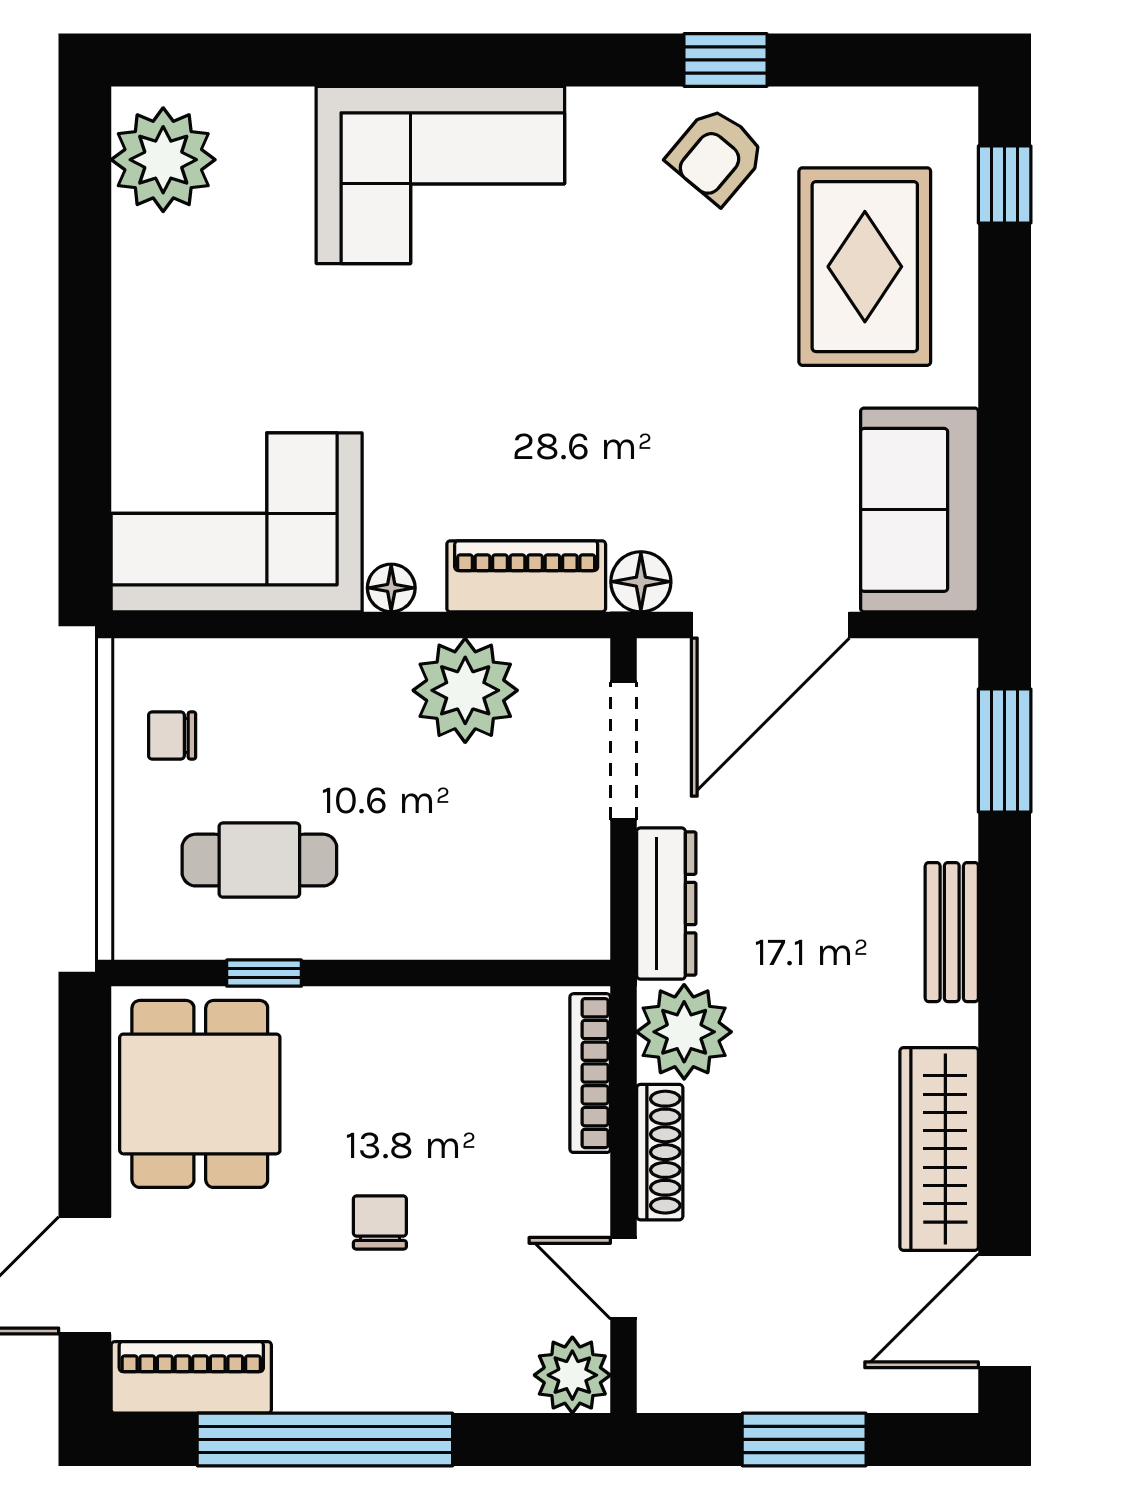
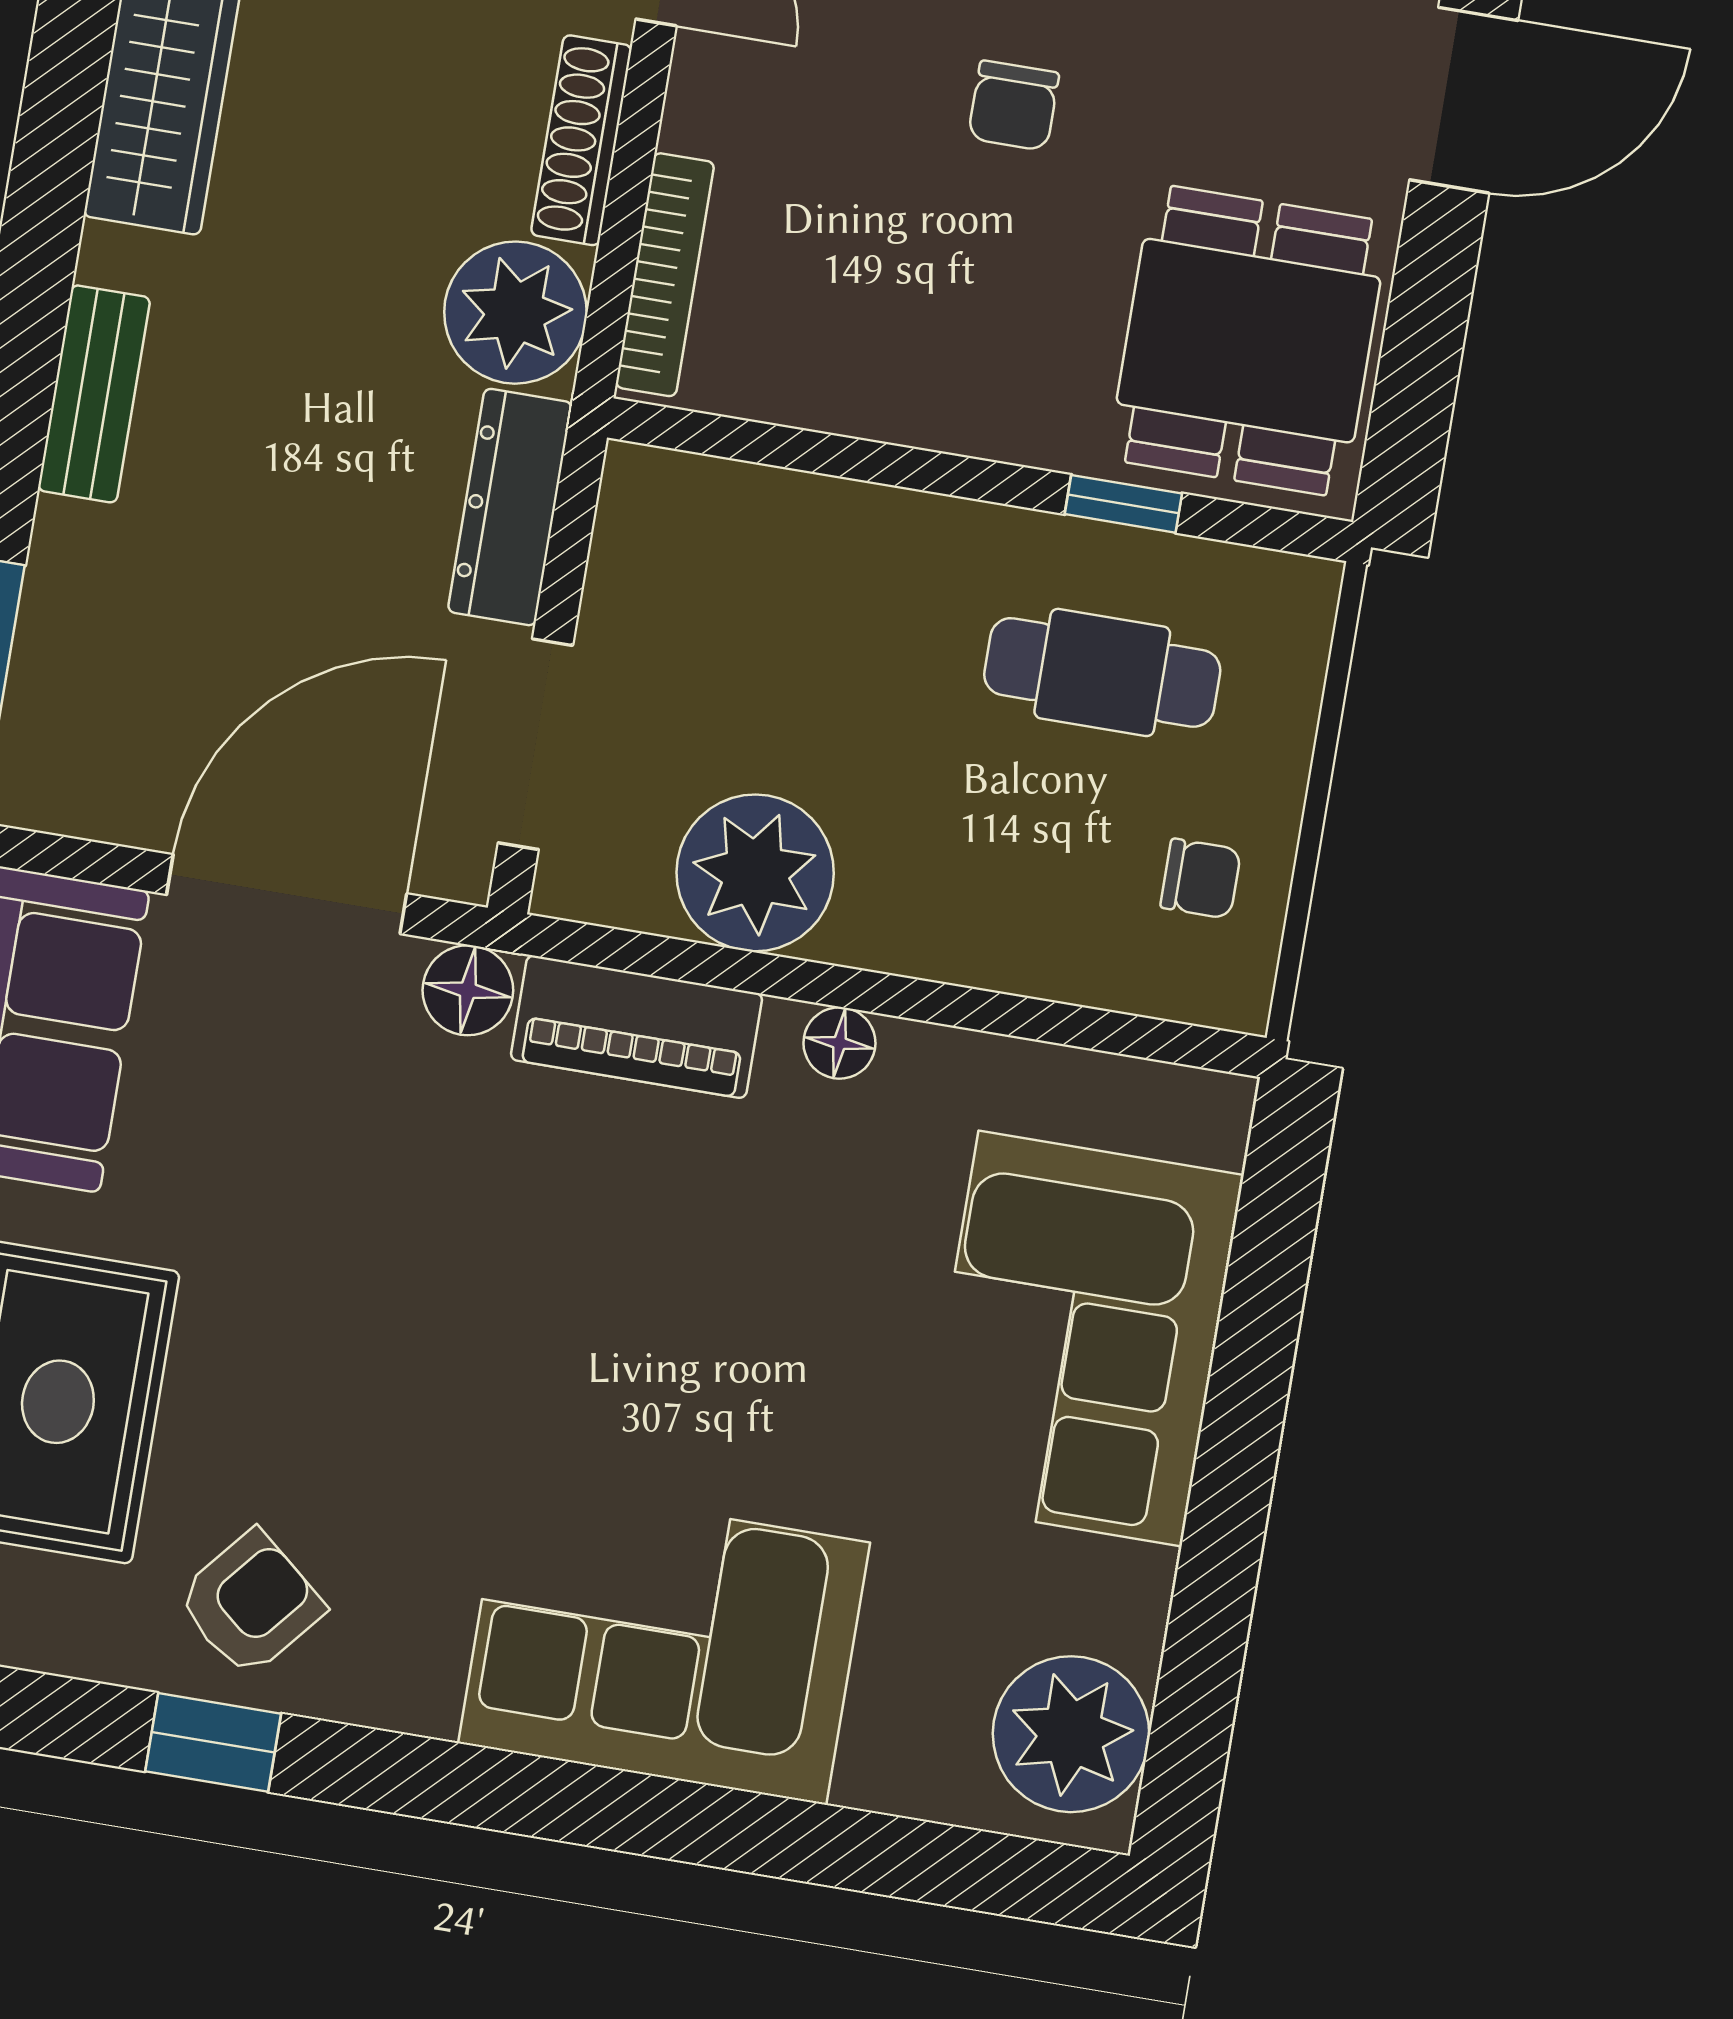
corner sofa: (237, 522) -> (1080, 1339), moved, turned 90

